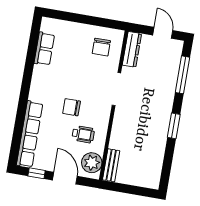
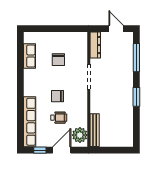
chair: (101, 47) -> (58, 60), moved
wheelchair: (83, 134) -> (59, 118), moved
bench: (111, 165) -> (95, 130), width x1.36
door: (65, 178) -> (62, 150), hinge flipped

